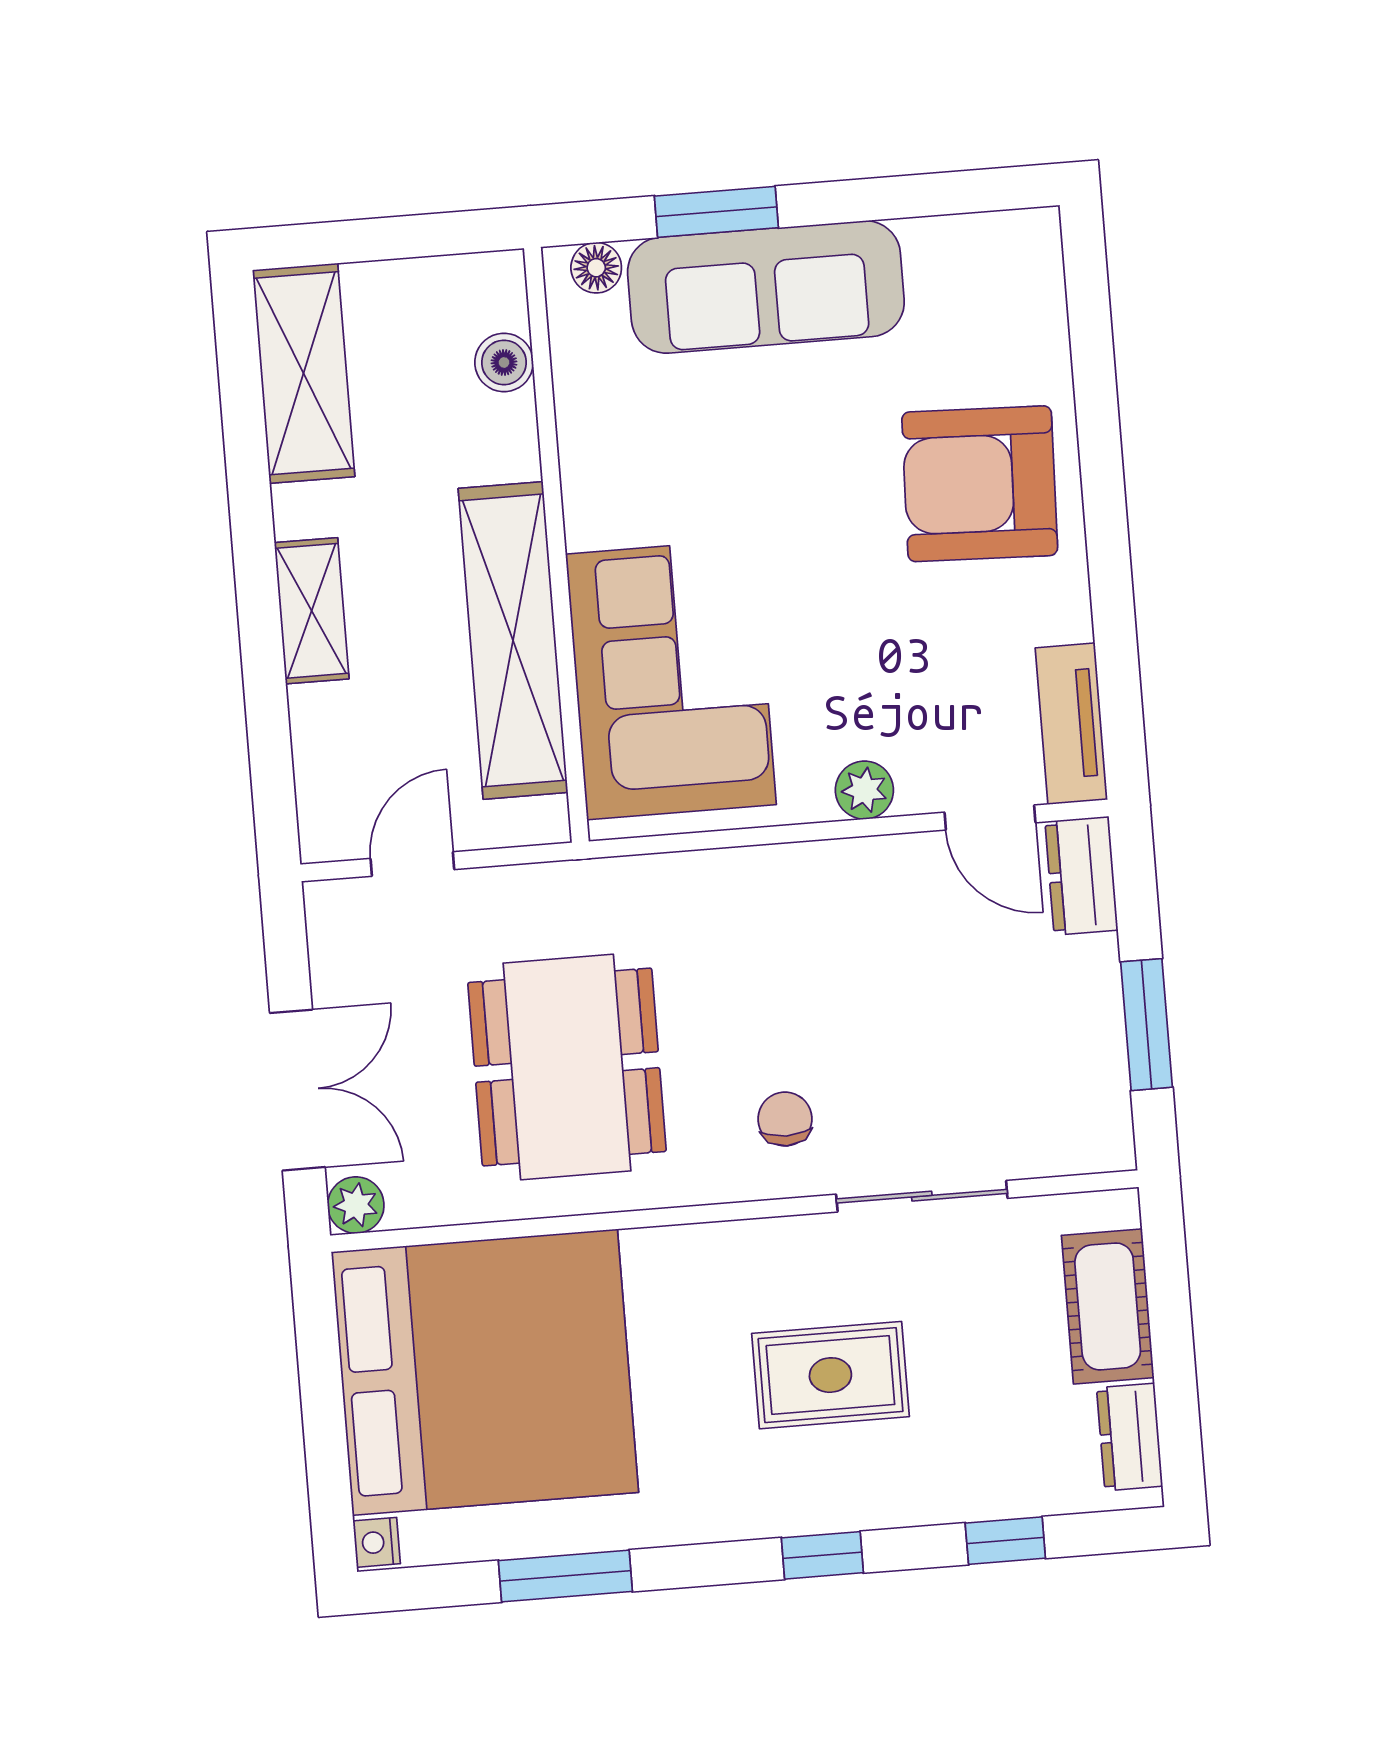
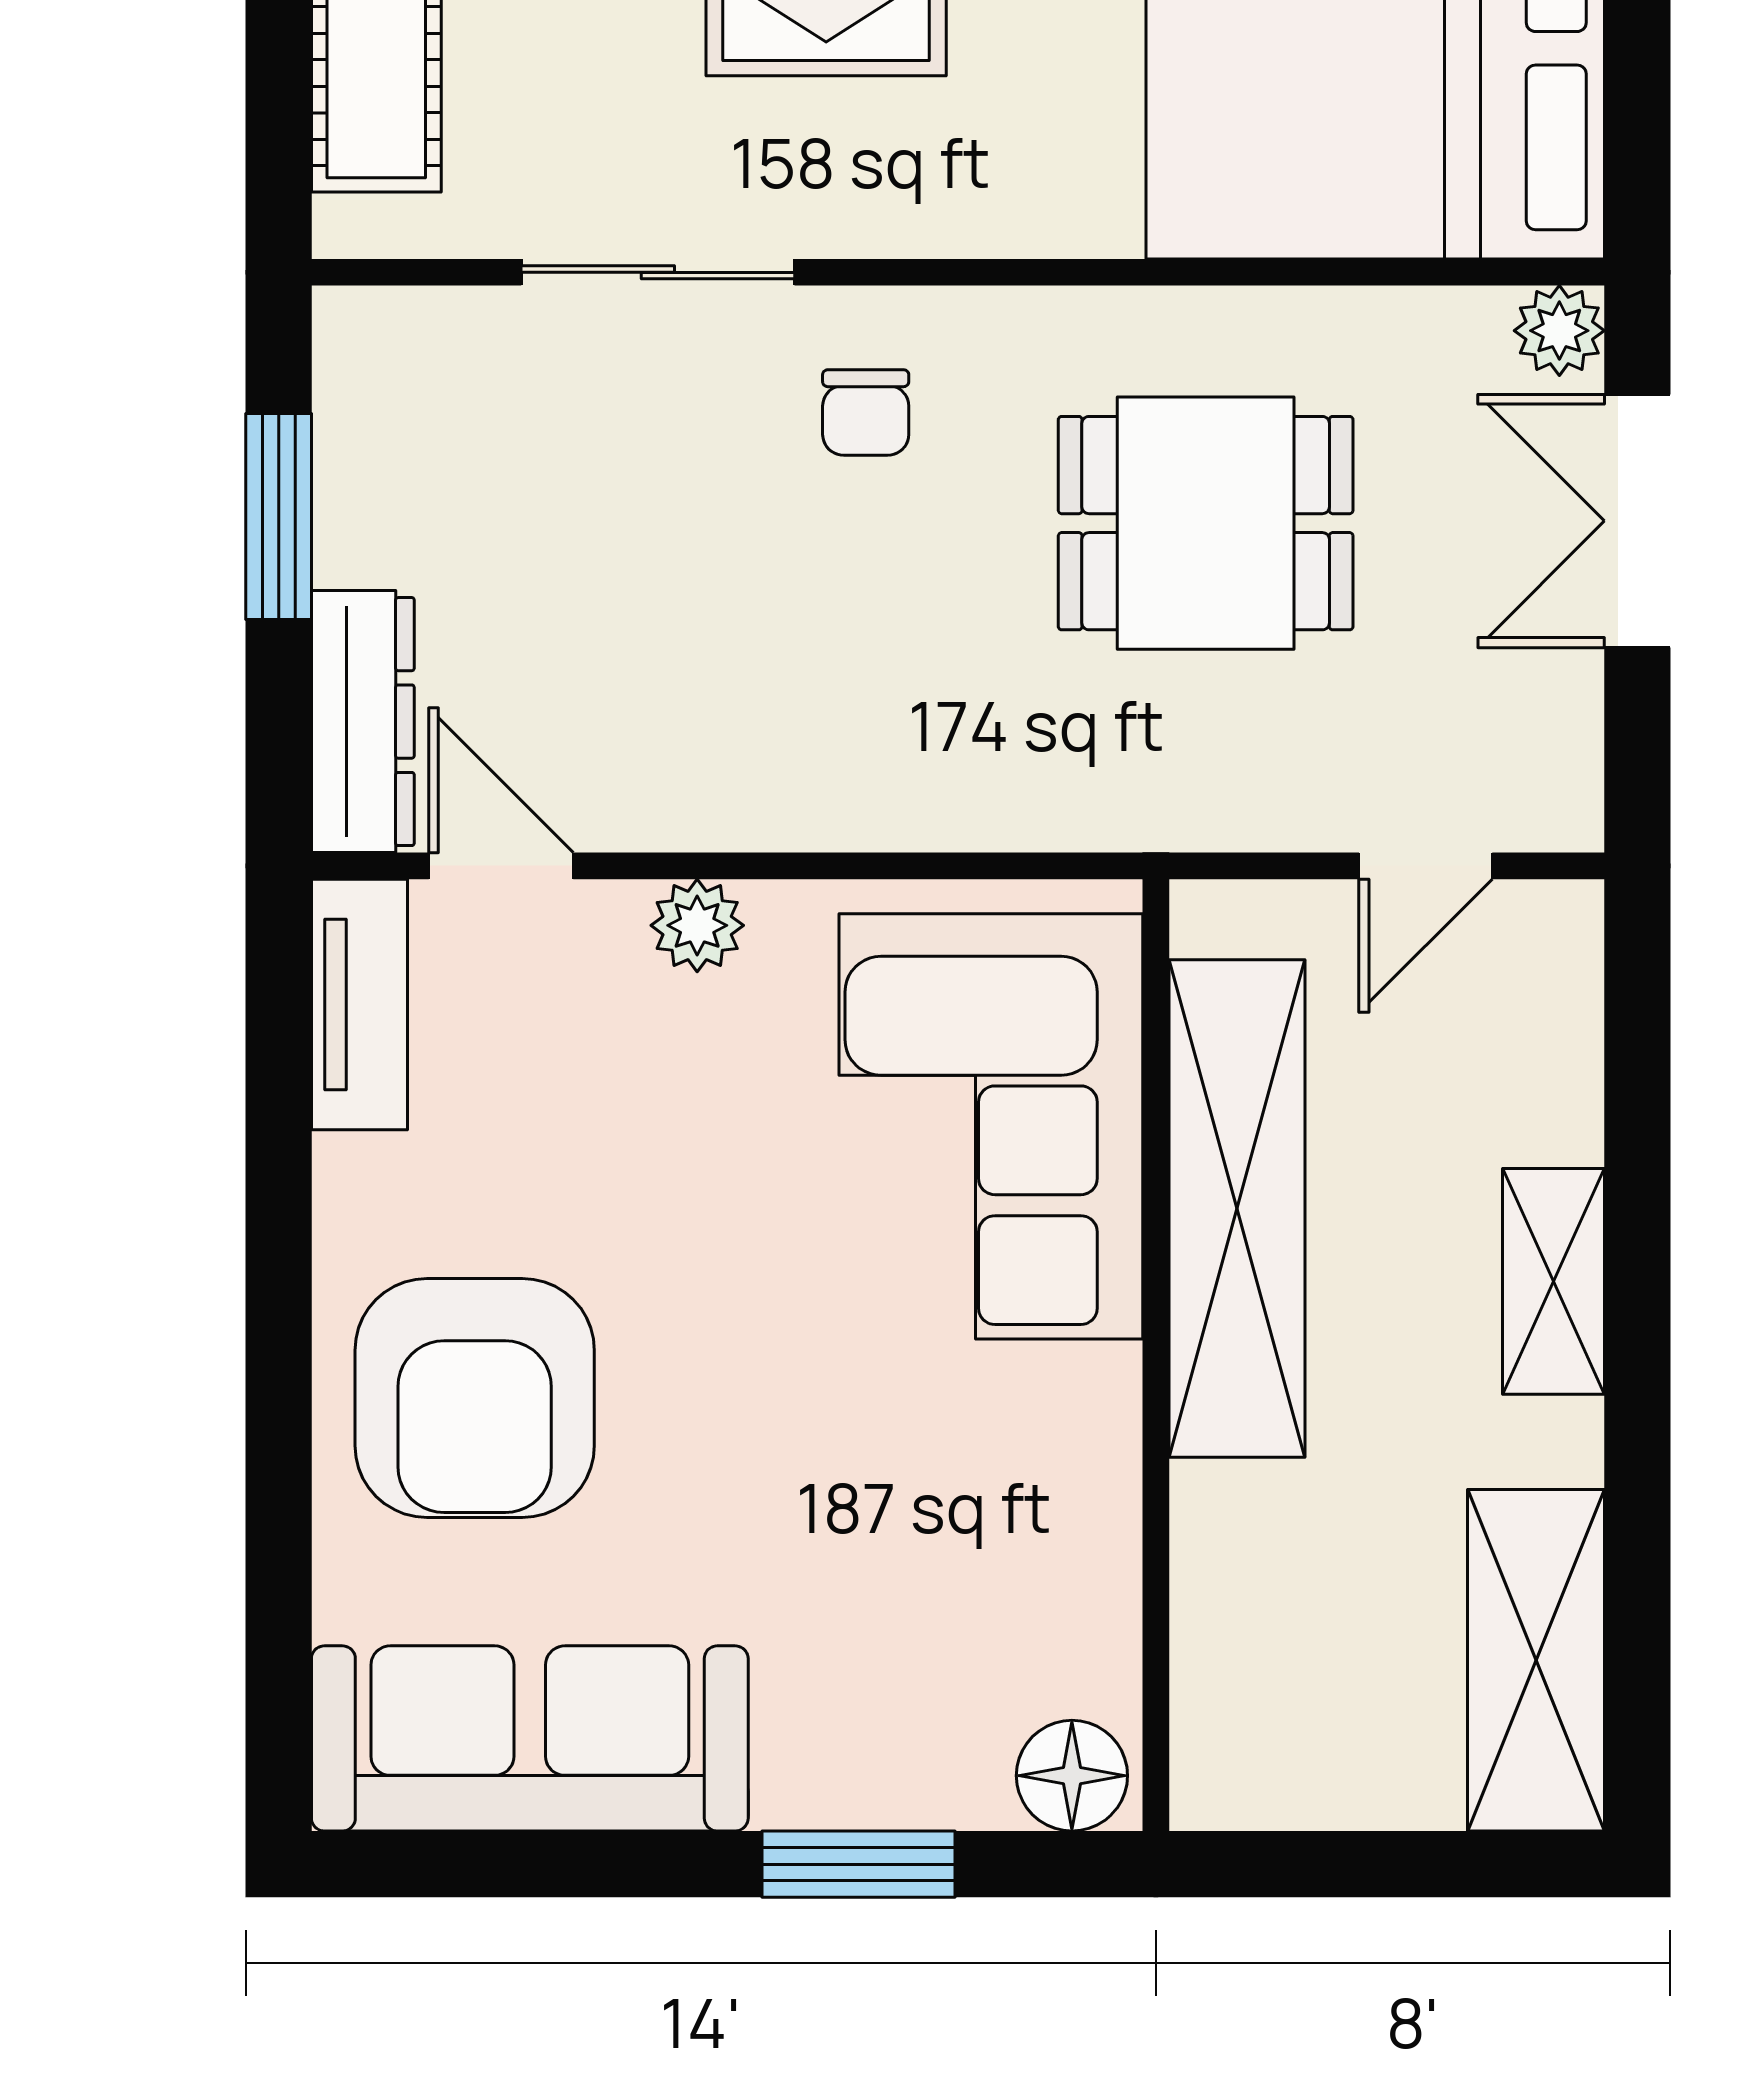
floor lamp: (596, 268) -> (1072, 1776), width x1.37, depth x1.37
sofa: (766, 287) -> (530, 1738), moved
boiler: (504, 362) -> (1216, 1652), removed
armchair: (980, 484) -> (475, 1398), turned 88
dresser: (1082, 876) -> (363, 722), width x1.44
dining table: (567, 1067) -> (1206, 523), width x0.73

